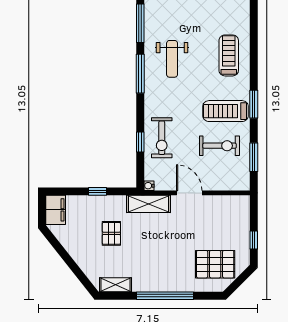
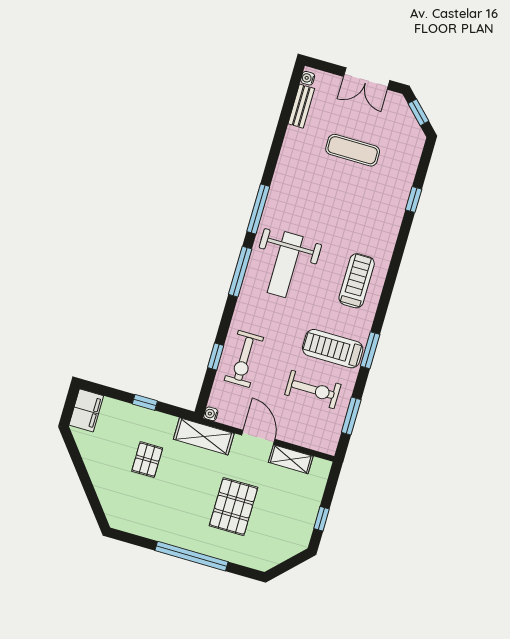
weight bench: (172, 59) -> (285, 265), width x1.36, depth x1.33
pallet: (215, 264) -> (233, 507), moved, turned 90
shelving: (115, 285) -> (291, 459), moved

